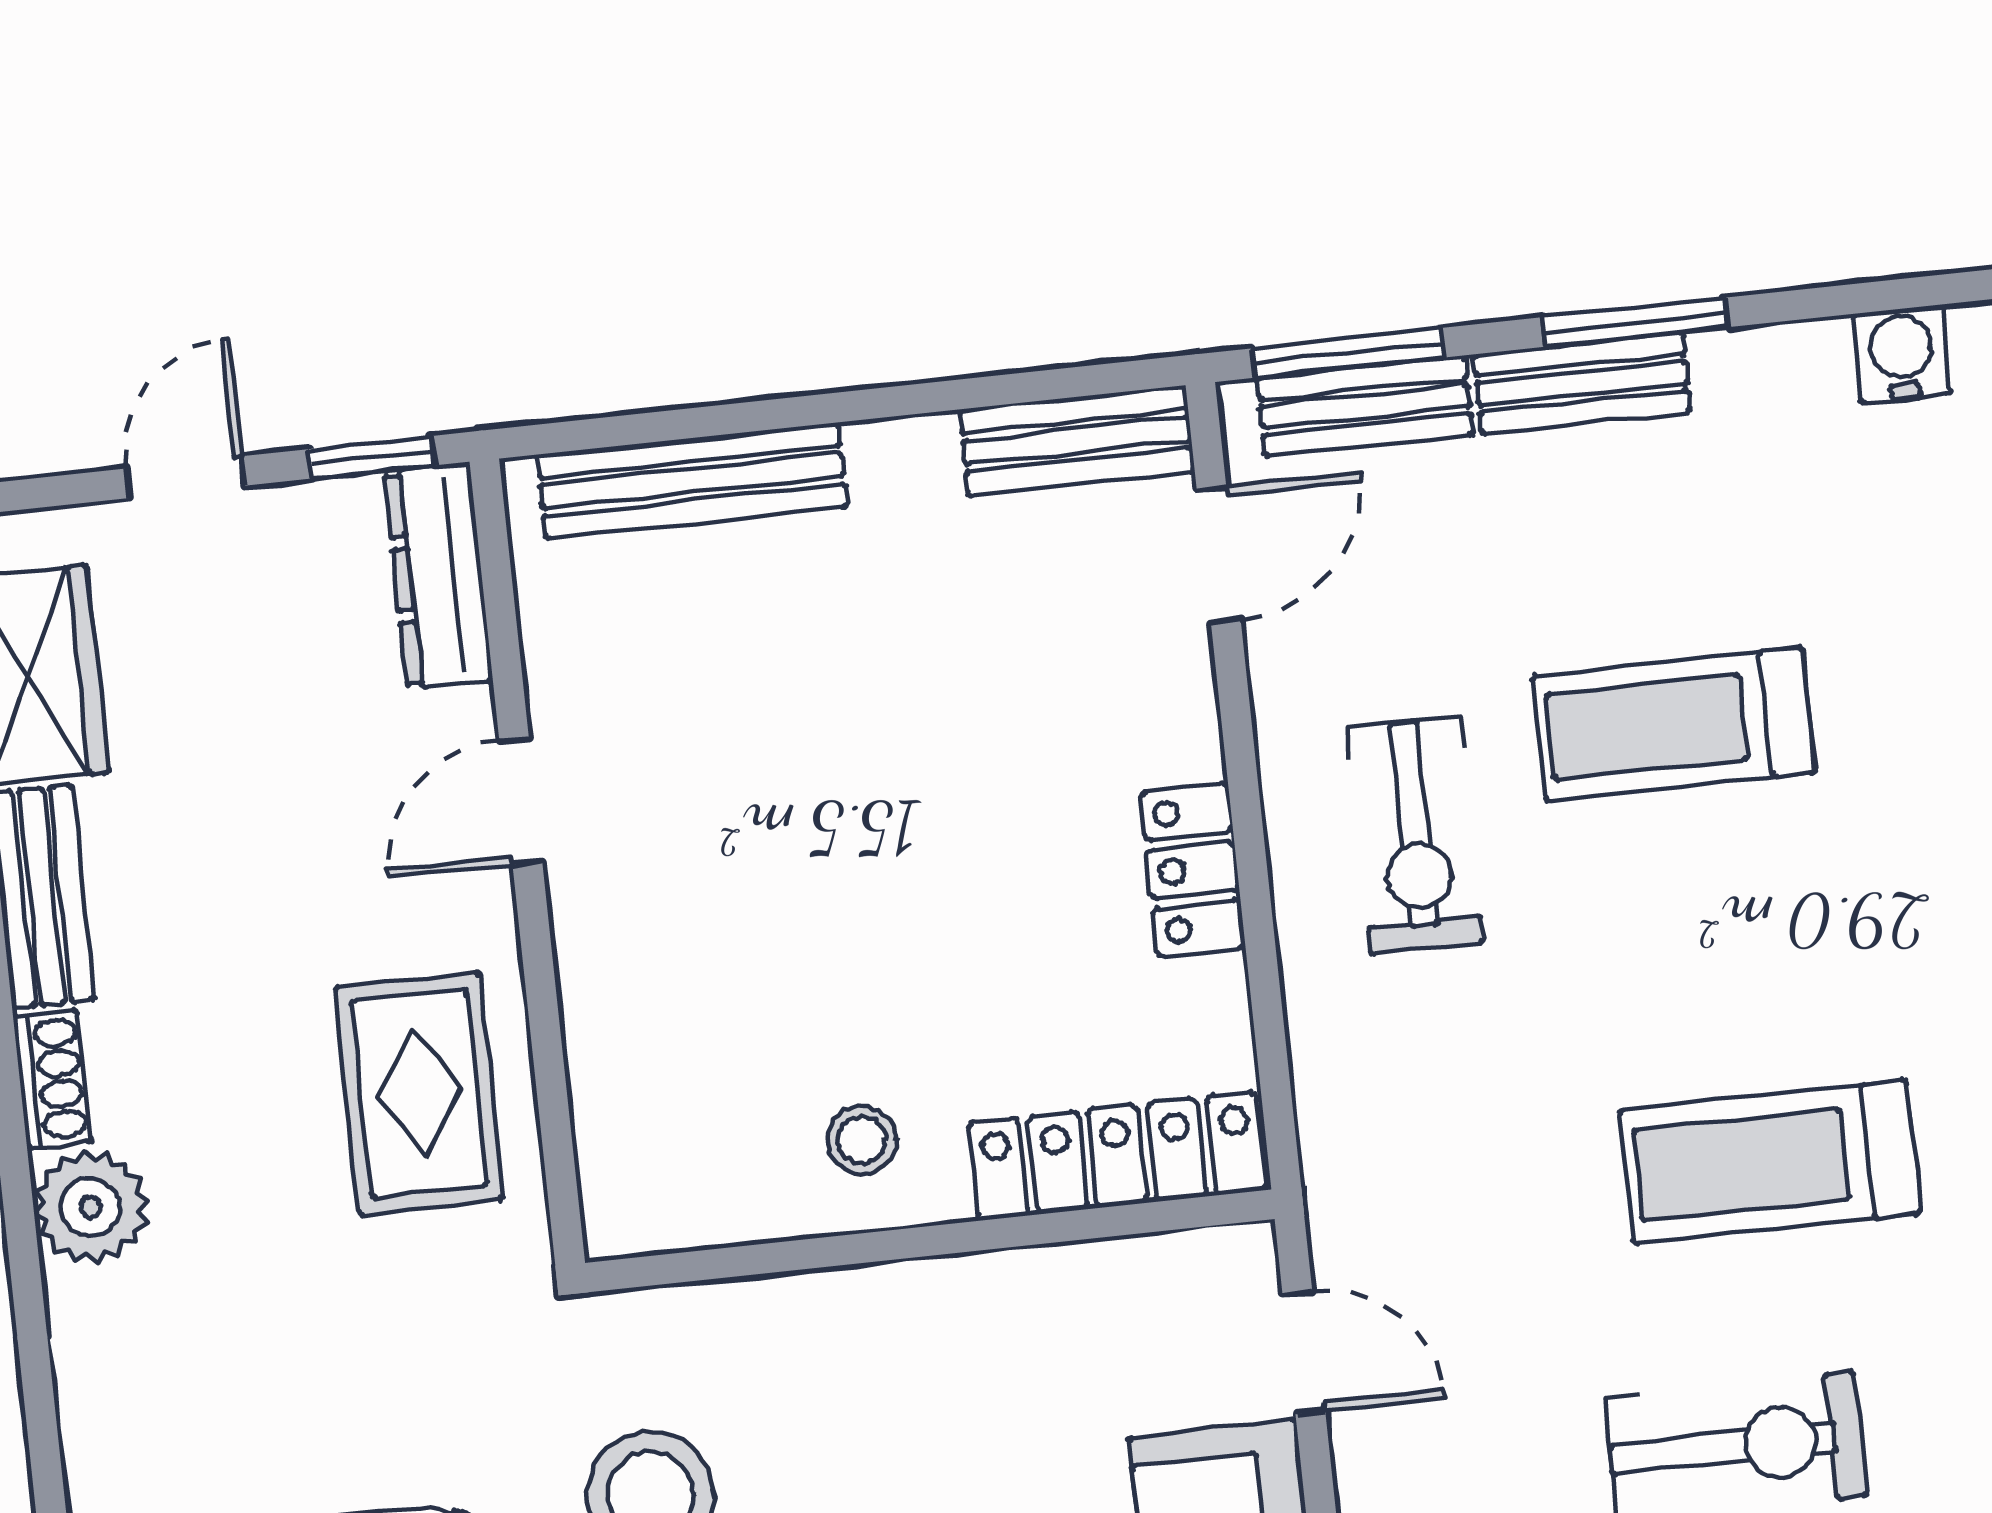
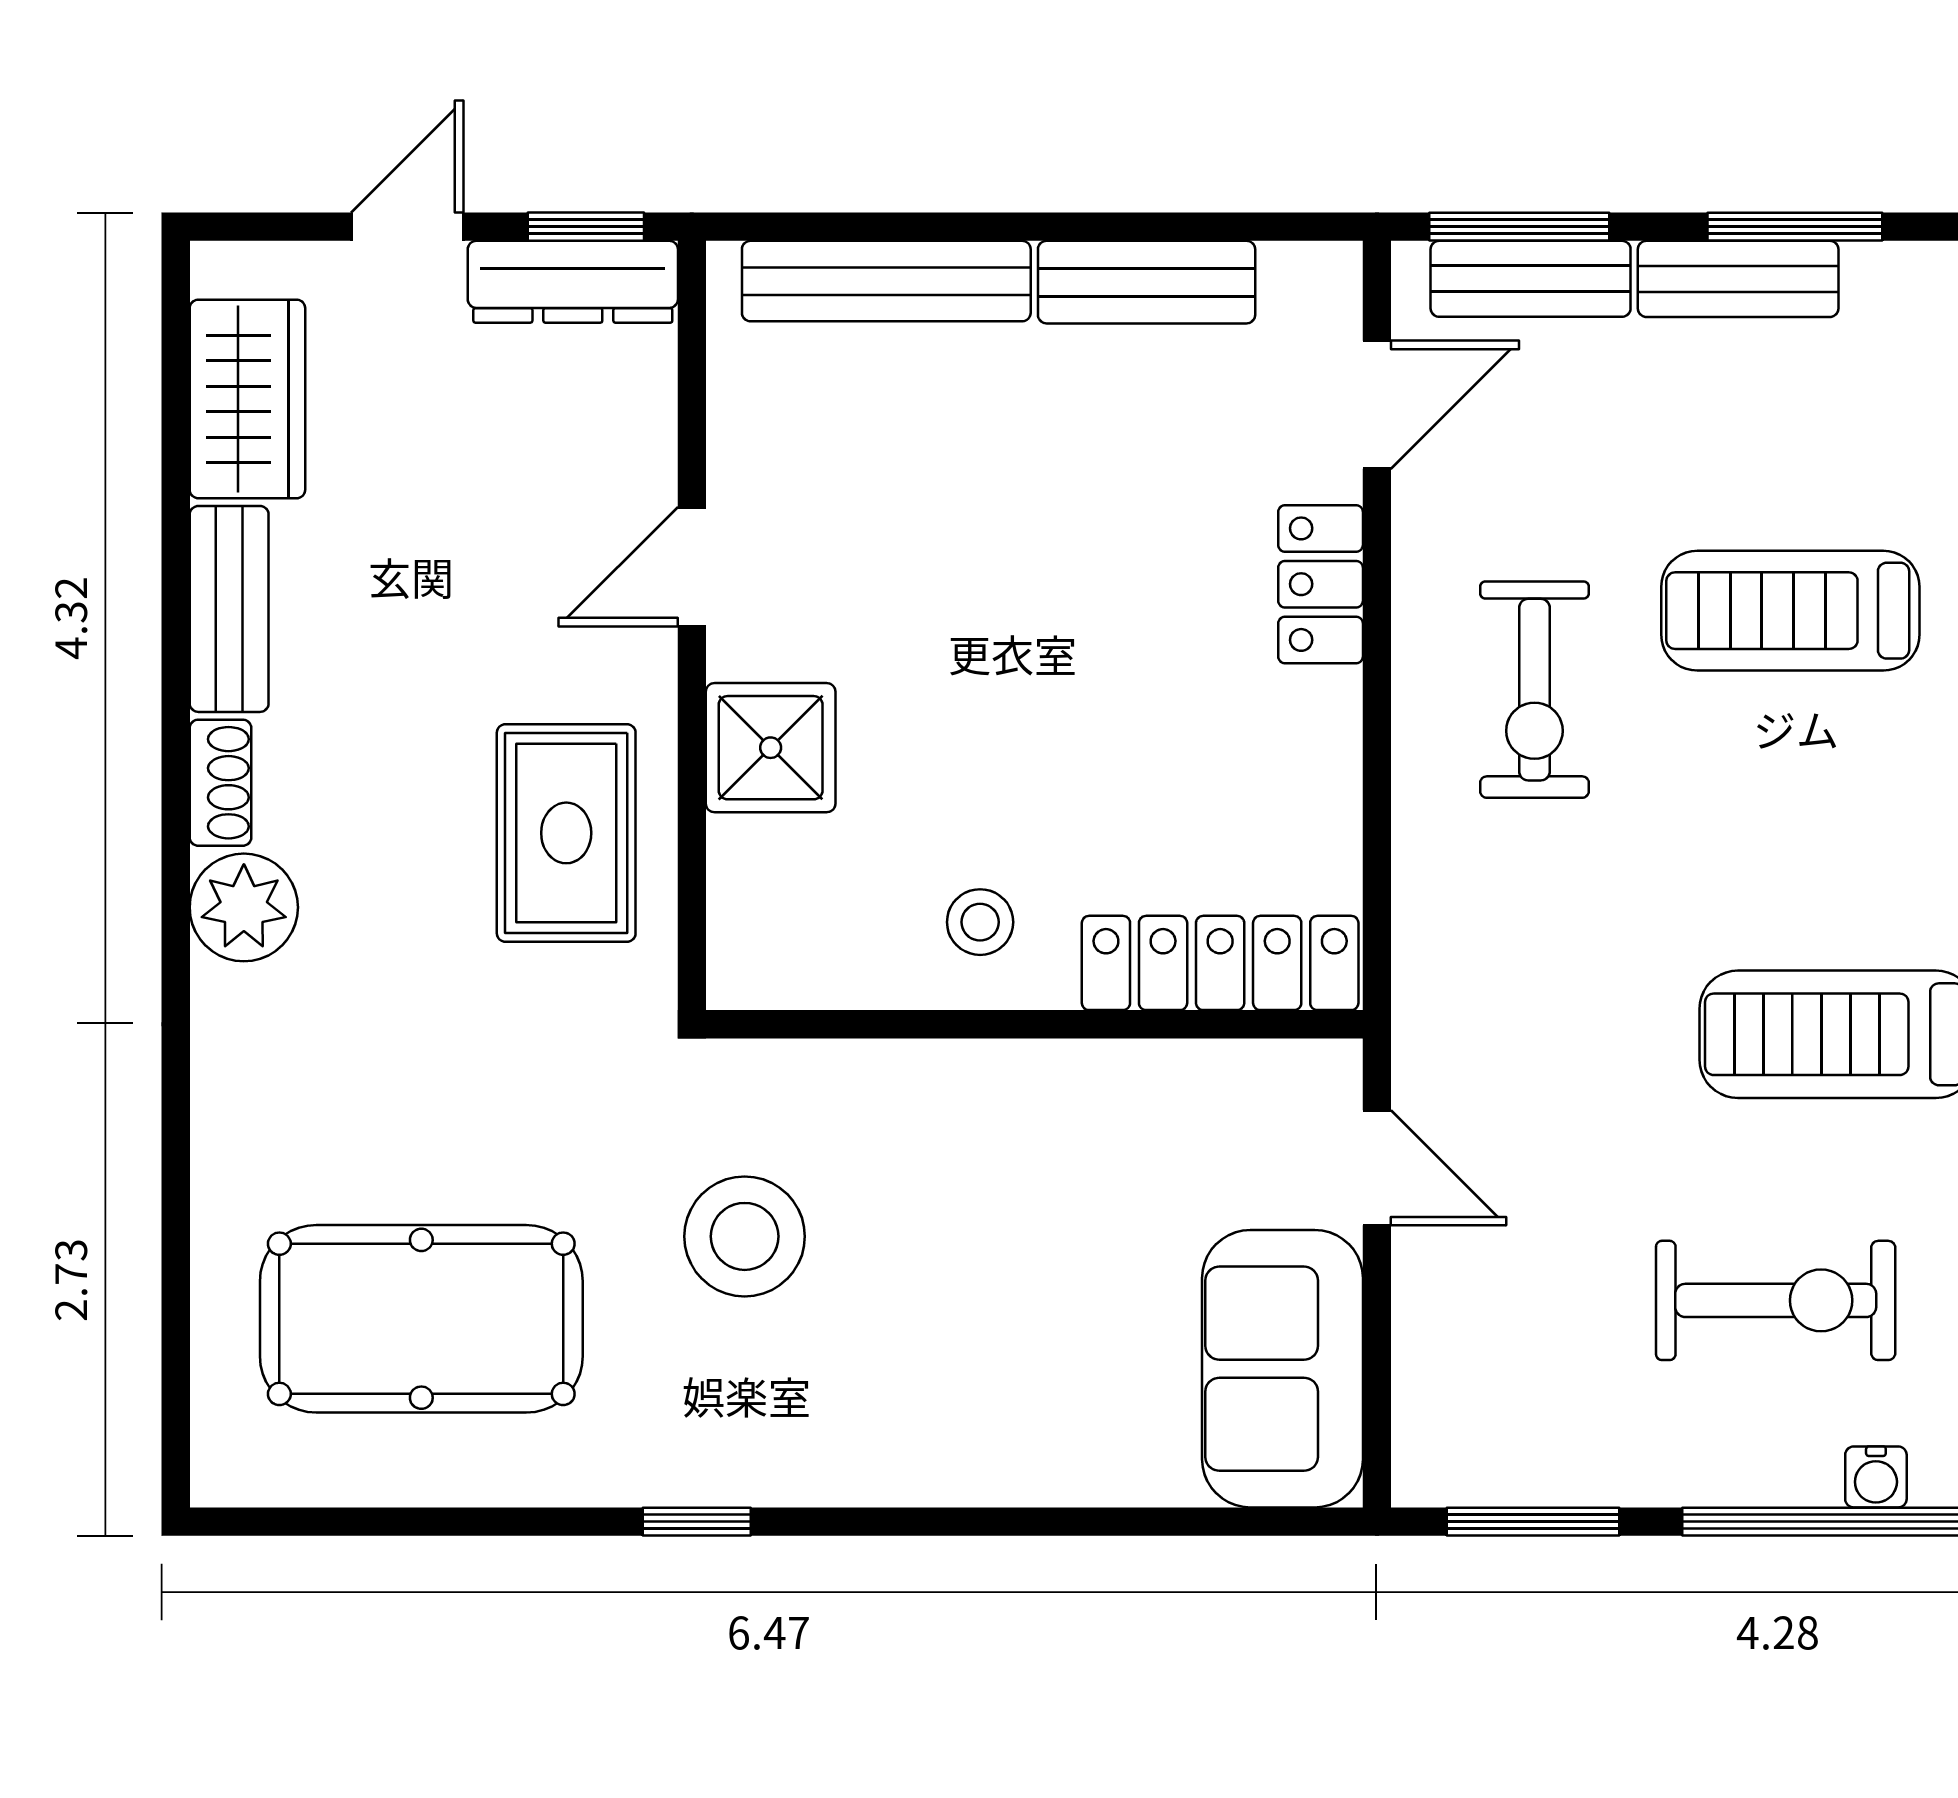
bench: (1077, 441) -> (1147, 282), moved
dresser: (438, 576) -> (573, 282), moved, turned -90
locker: (1193, 870) -> (1321, 584), moved
shower: (623, 981) -> (771, 748), added

